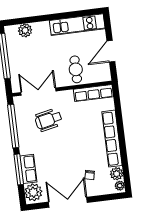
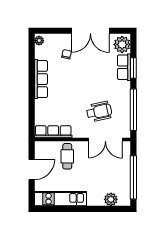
row of seats: (112, 139) -> (41, 79), width x0.73
window: (19, 169) -> (133, 68), width x0.69
plant: (117, 174) -> (41, 52), removed

